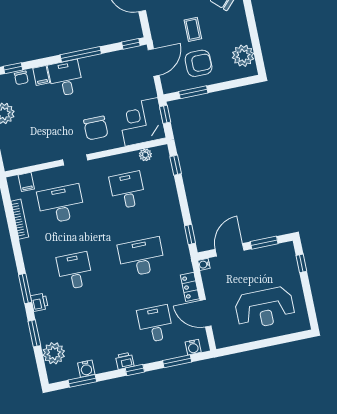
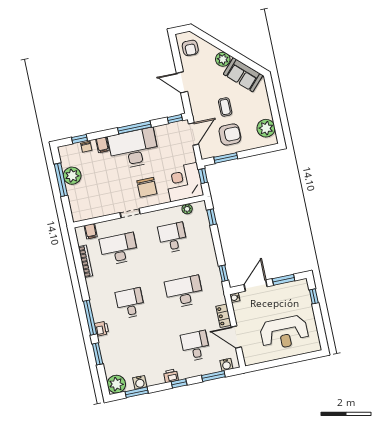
desk: (66, 78) -> (134, 149), width x1.87, depth x1.30
window: (25, 289) -> (90, 318), width x1.44
plant: (54, 353) -> (116, 384), moved

